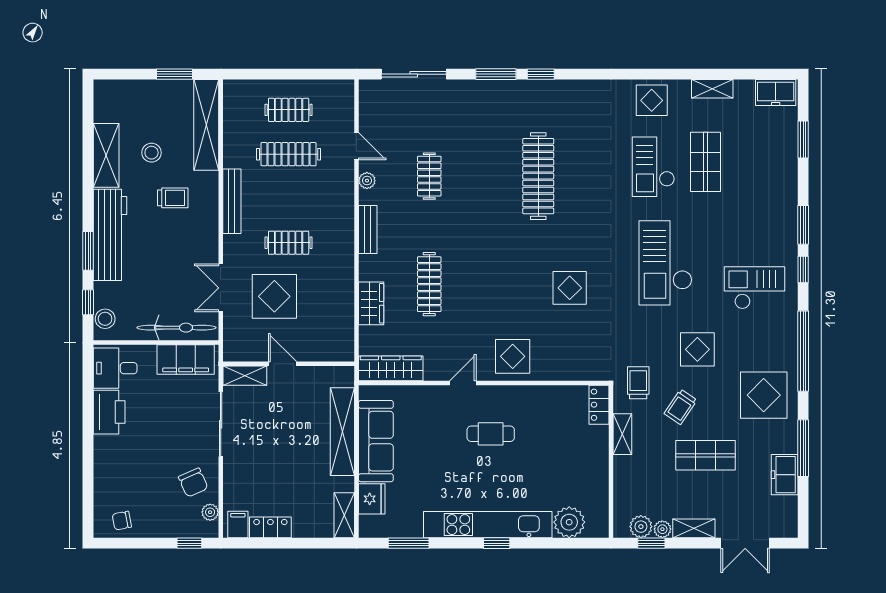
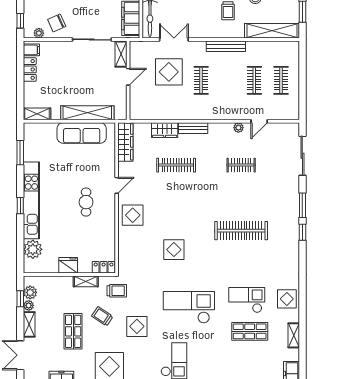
clothes rail: (289, 154) -> (254, 80), width x0.73
bench: (368, 230) -> (193, 128), moved
door: (463, 383) -> (117, 185), hinge flipped
fridge: (372, 499) -> (68, 265), moved, turned 180

